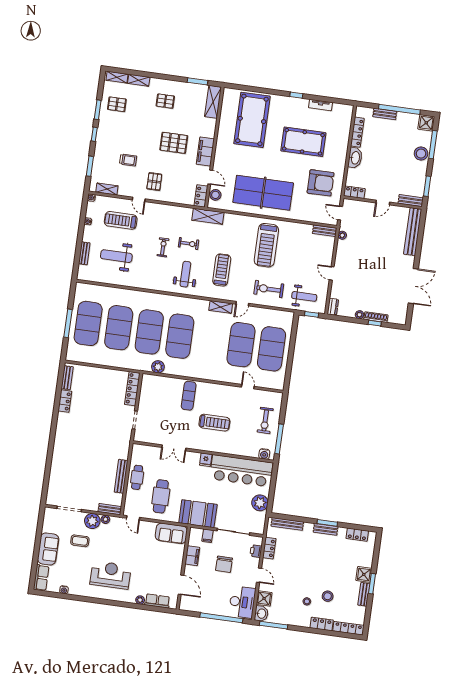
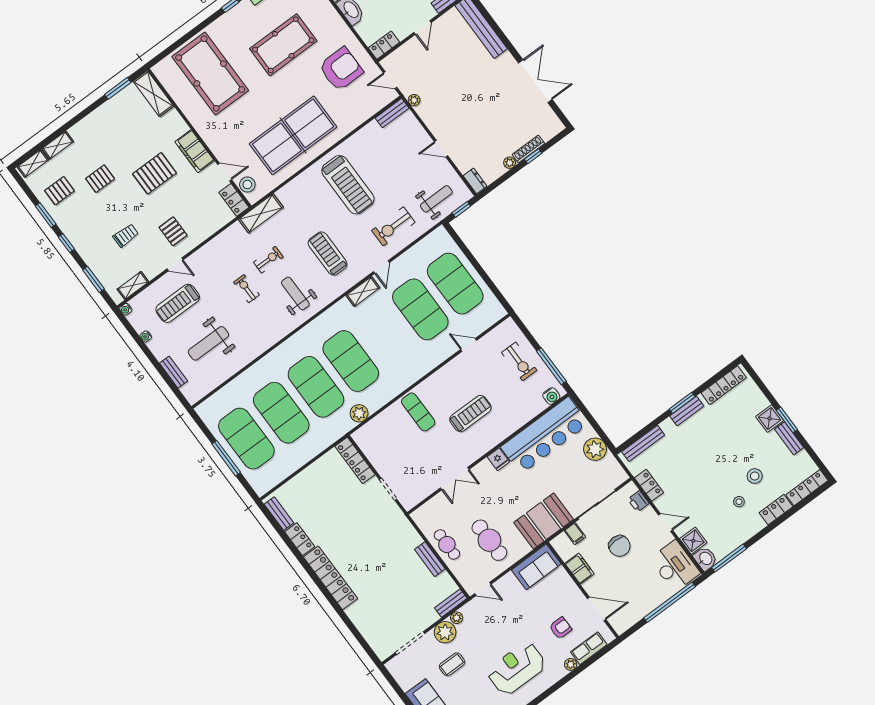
pallet: (165, 101) -> (100, 179), moved
locker: (61, 436) -> (330, 578), added
bench: (121, 476) -> (430, 559), width x0.73
locker: (357, 535) -> (724, 385), width x1.53
armchair: (153, 576) -> (560, 628), added

